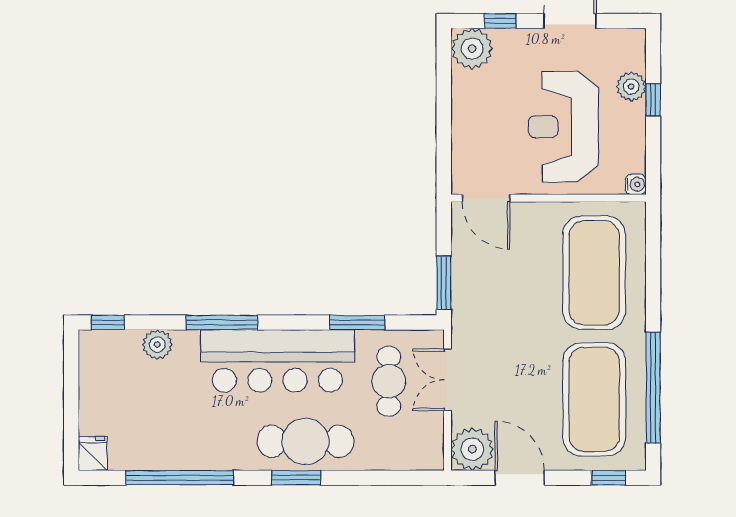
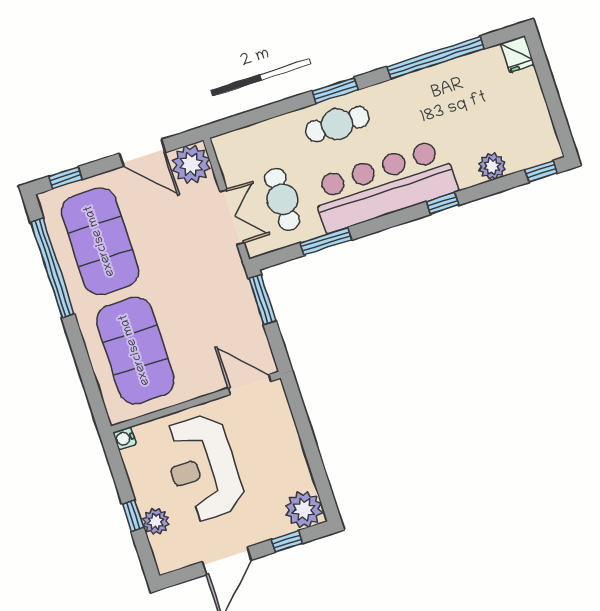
reception desk: (563, 127) -> (203, 468), turned 180
window: (222, 322) -> (443, 203), width x0.46
cafe table: (305, 441) -> (337, 124), width x0.73, depth x0.74

